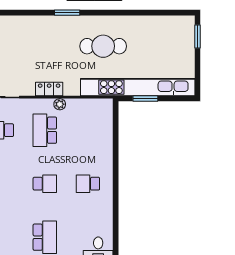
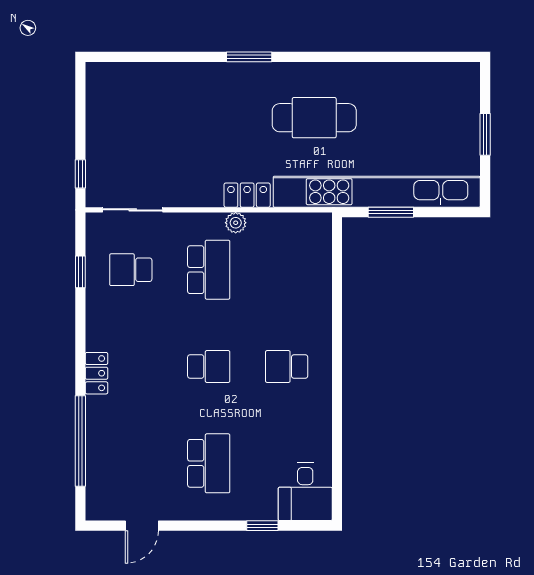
window: (198, 37) -> (485, 134), moved
locker: (49, 89) -> (247, 195), moved
school desk: (45, 130) -> (209, 270), turned 180

